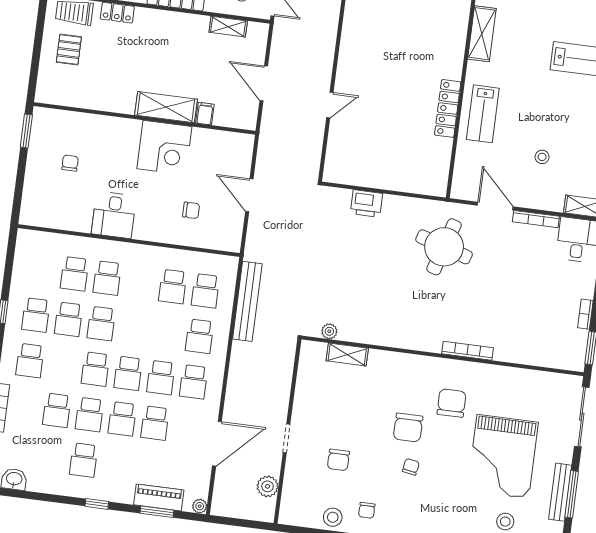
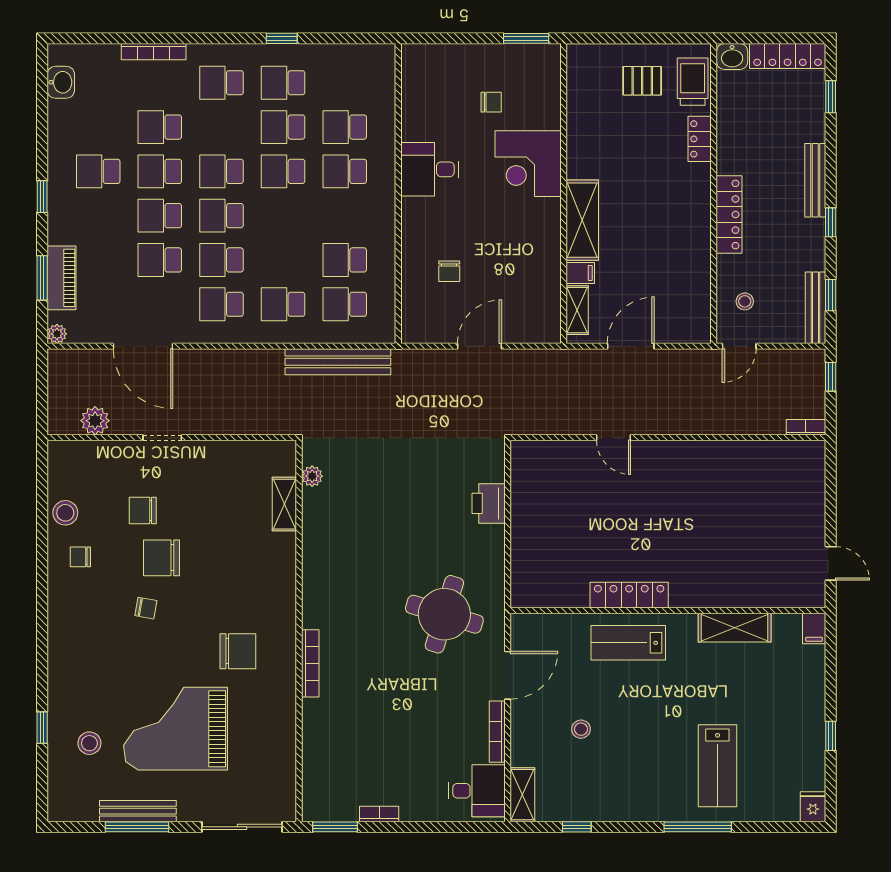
shelving: (228, 27) -> (577, 310), moved
corner desk: (164, 148) -> (528, 164), moved
chair: (408, 428) -> (162, 558), moved

